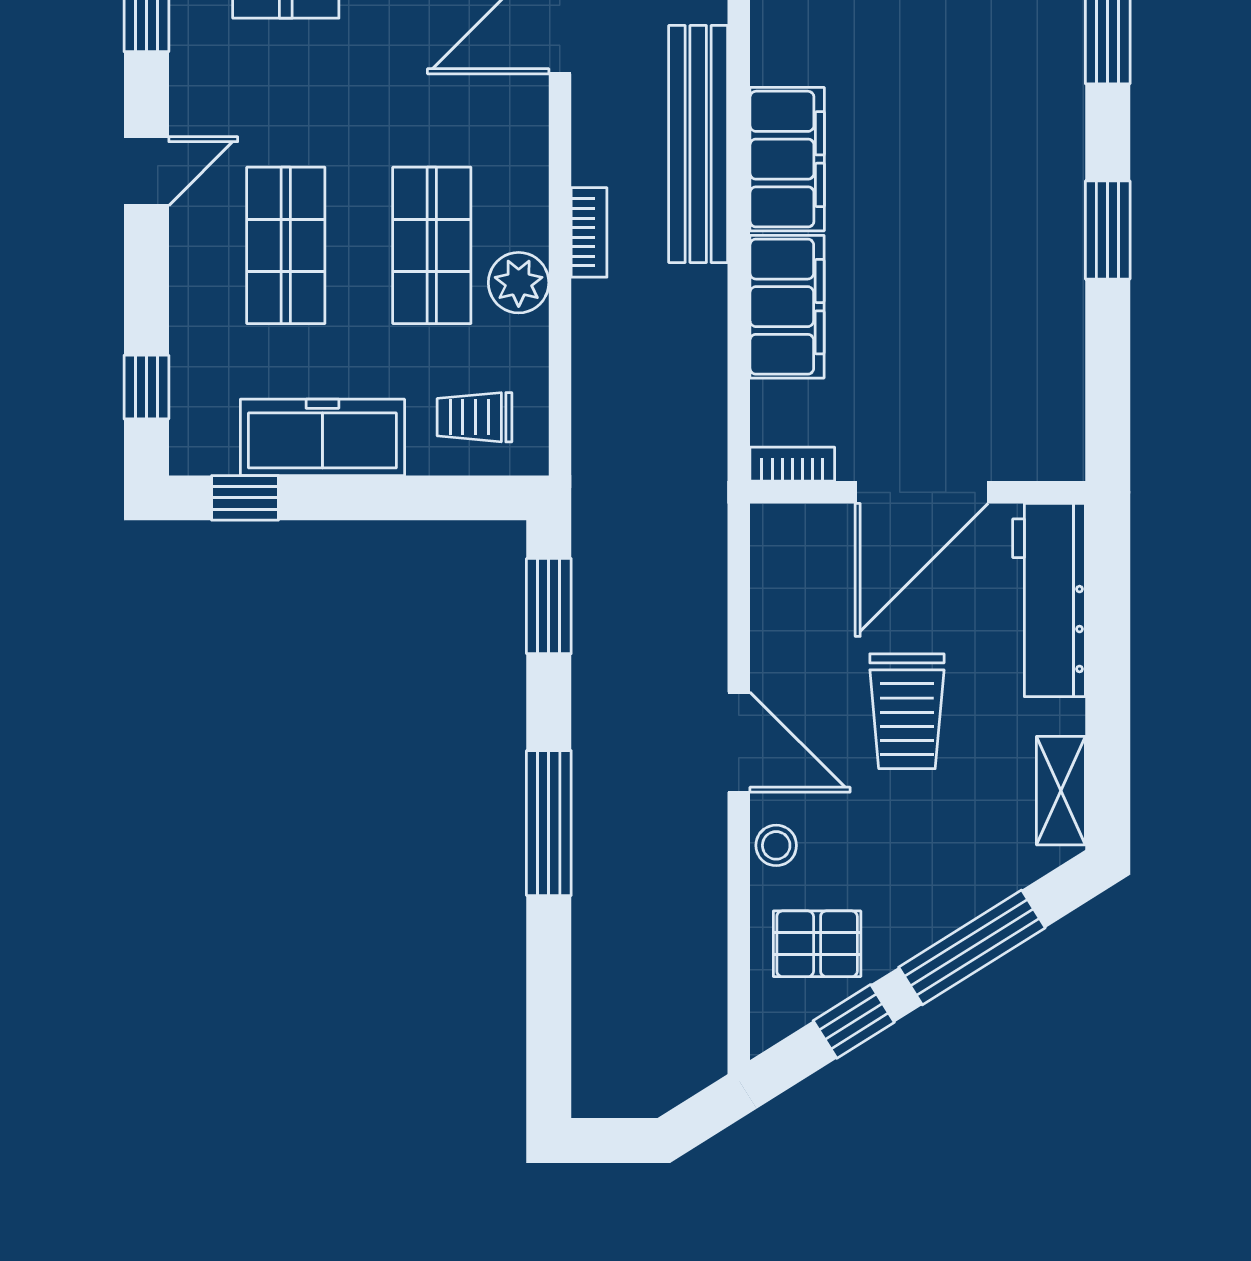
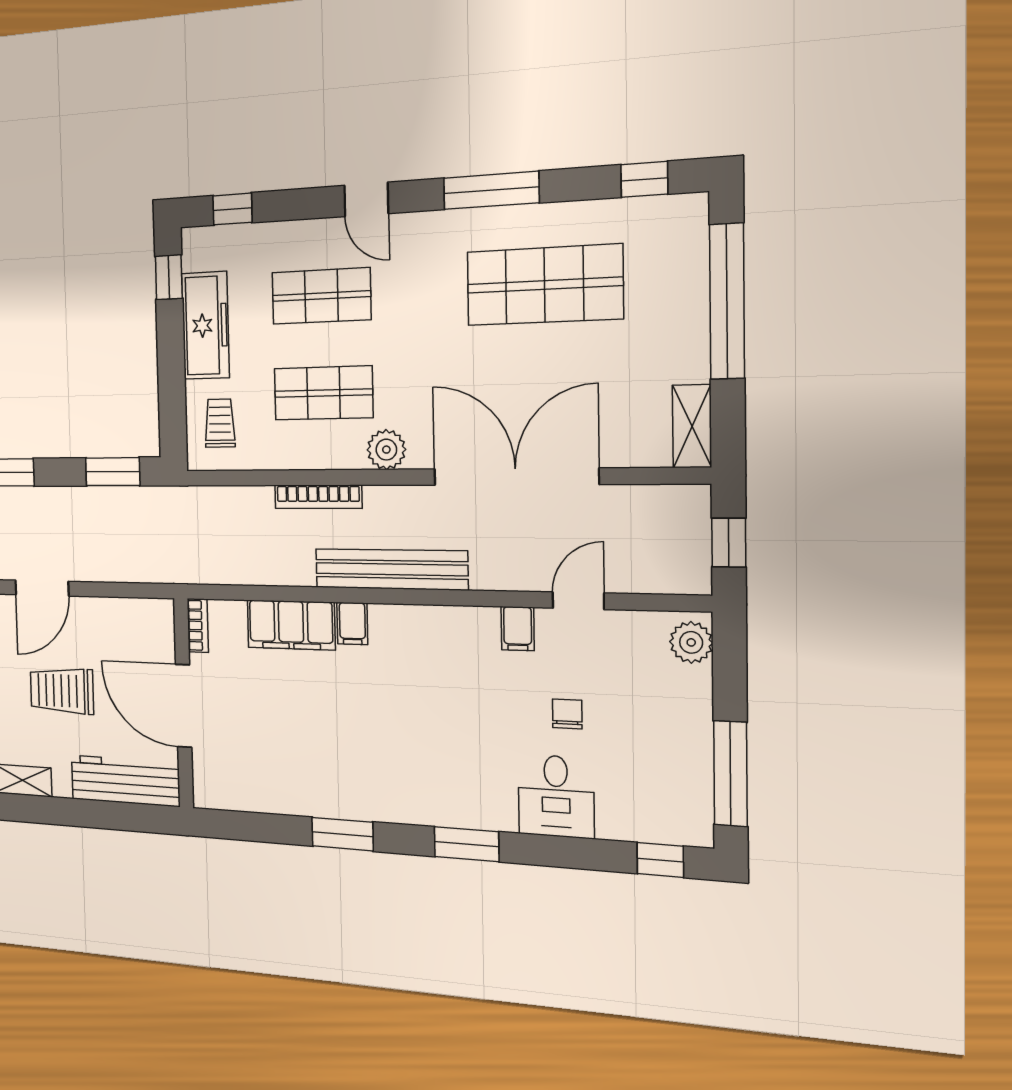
filing cabinet: (787, 159) -> (352, 624), width x0.33, depth x0.86
bookcase: (589, 232) -> (318, 497), width x1.56
plant: (519, 283) -> (386, 450), moved

